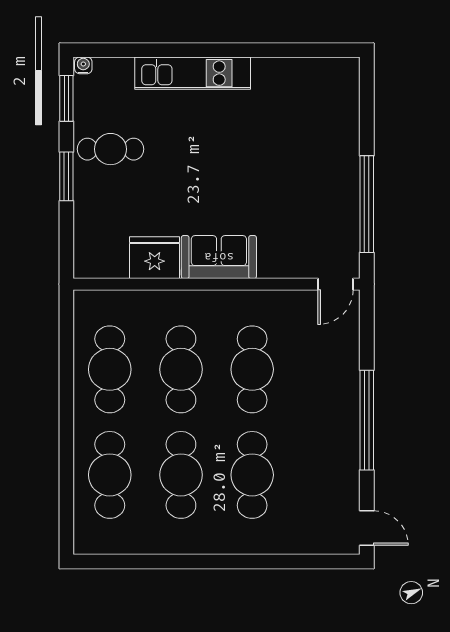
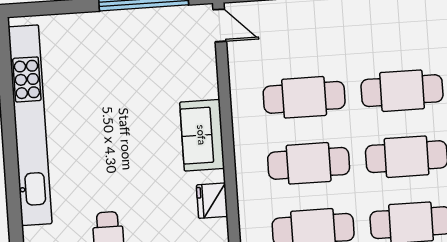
kitchen unit: (193, 73) -> (30, 125), width x1.86
fridge: (155, 258) -> (212, 201), width x0.73, depth x0.75

